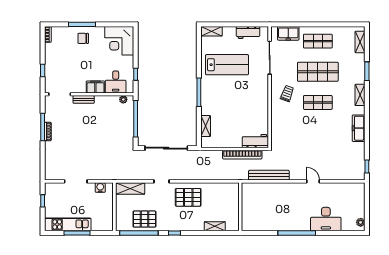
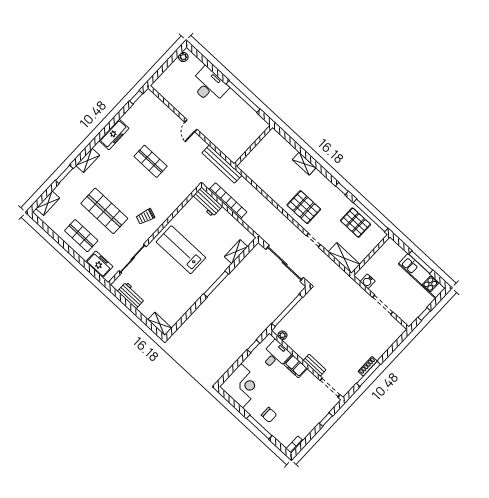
lab bench: (227, 65) -> (181, 250), moved
shop shelf: (318, 102) -> (151, 161), moved
wall: (240, 207) -> (253, 146), moved

